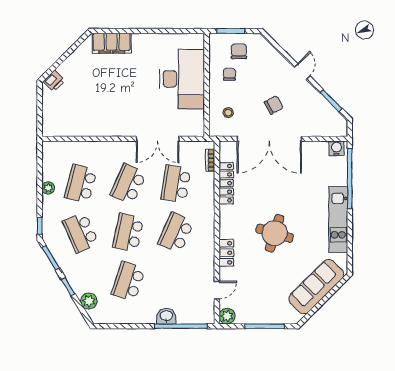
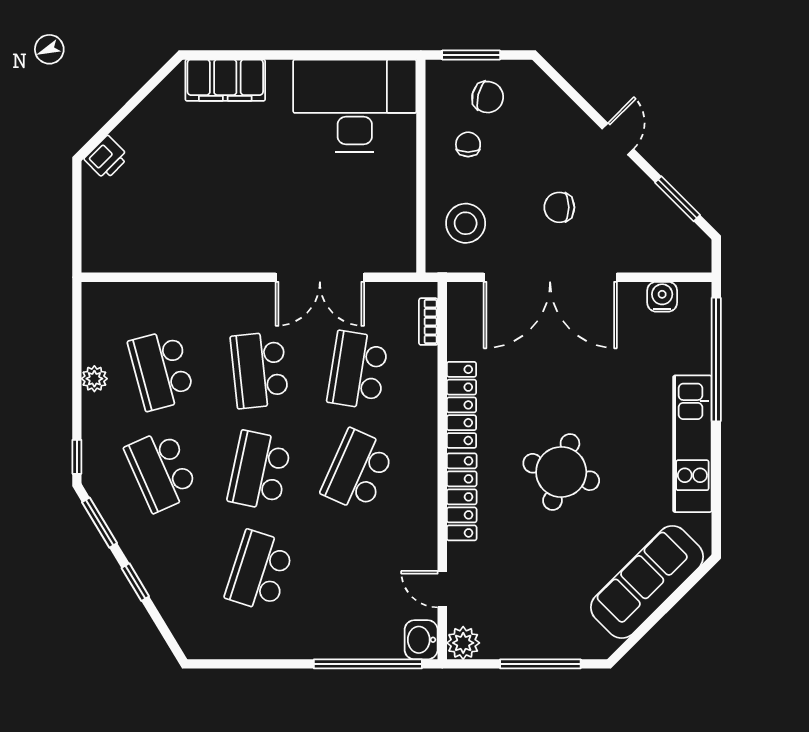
chair: (239, 51) -> (488, 97), turned 104
desk: (182, 79) -> (355, 106), moved, turned -90
chair: (274, 105) -> (559, 207), turned -151
stool: (228, 113) -> (466, 223), width x1.89, depth x1.89
water cooler: (337, 148) -> (662, 297), moved
locker: (226, 183) -> (461, 405), moved
school desk: (81, 184) -> (161, 370), turned -30
school desk: (128, 184) -> (260, 370), turned -30
locker: (226, 253) -> (462, 497), width x1.53
door: (217, 290) -> (442, 589), swing flipped
plant: (89, 301) -> (178, 612), removed
washbasin: (166, 316) -> (421, 640), moved, turned -90

